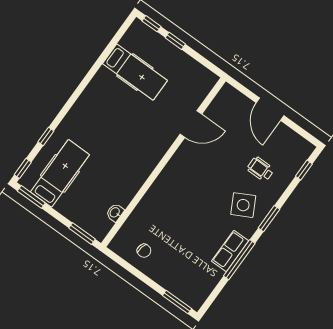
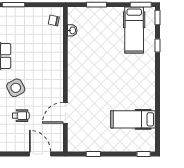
window: (175, 41) -> (93, 154), moved
door: (191, 124) -> (65, 113), moved
wall: (163, 162) -> (65, 79), moved
washbasin: (115, 213) -> (72, 30), moved

